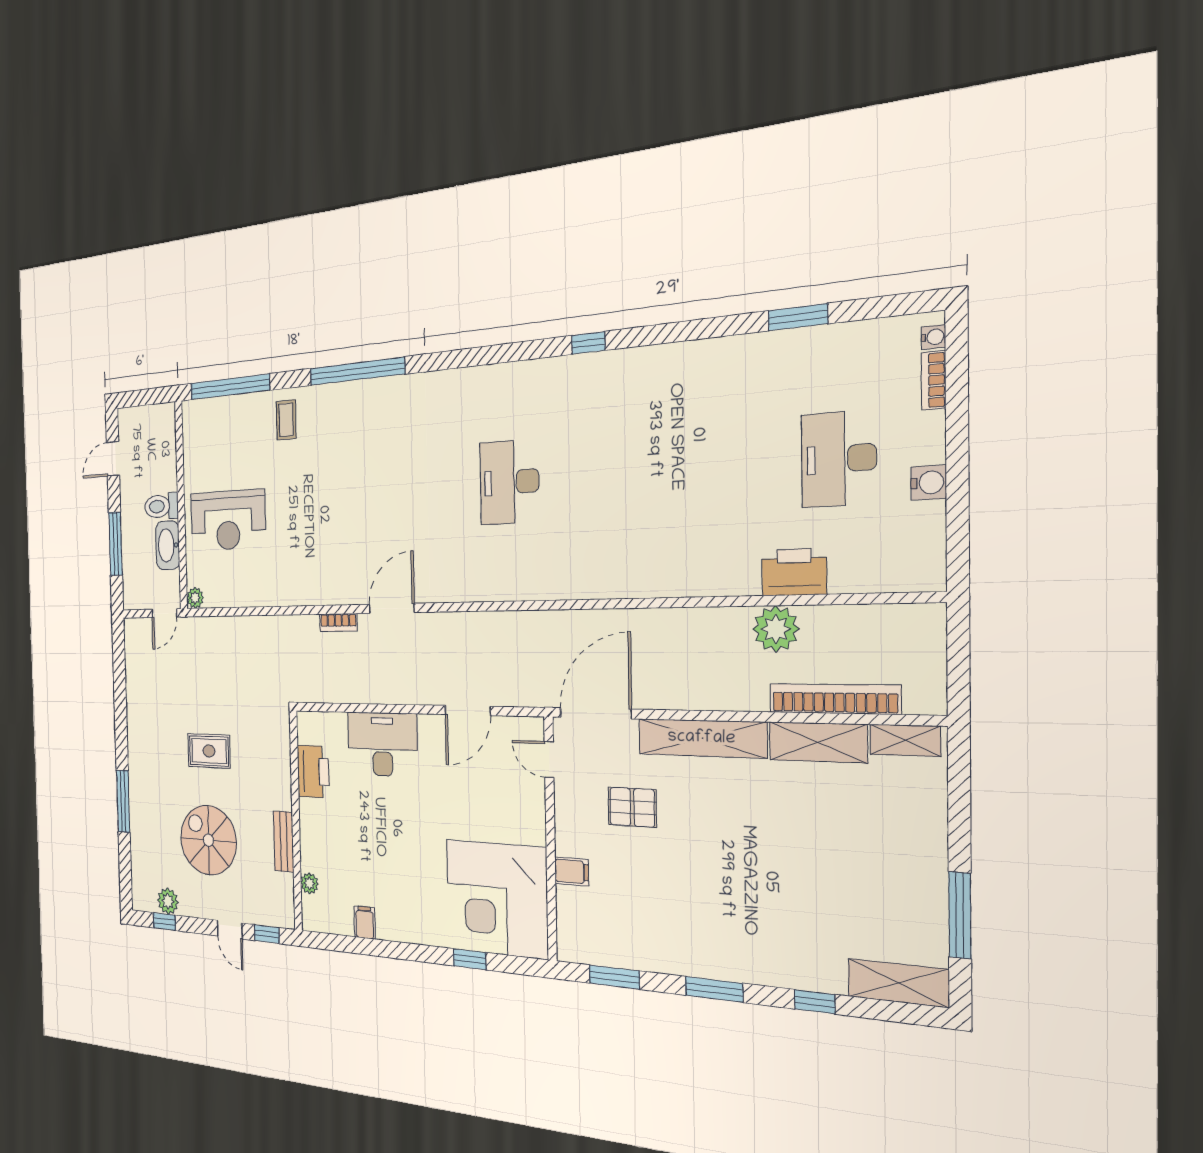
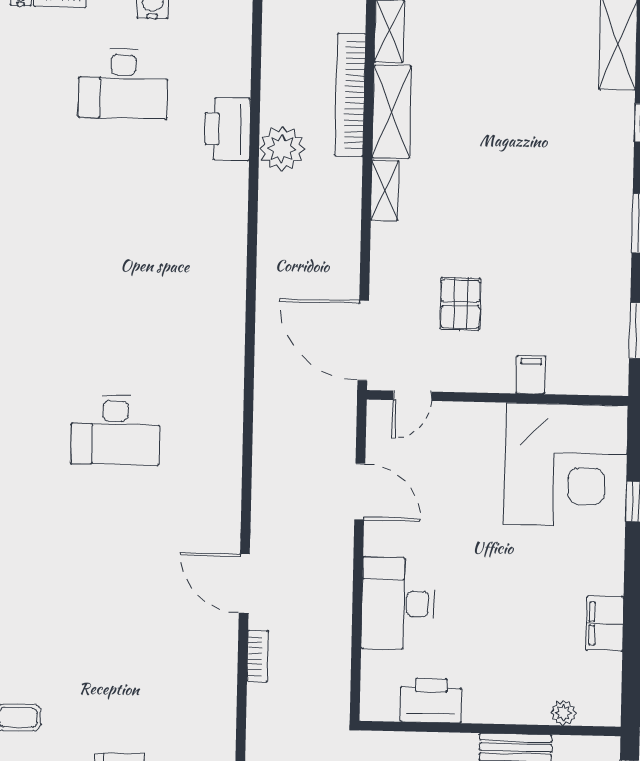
shelving: (702, 738) -> (385, 191), width x0.45, depth x0.75
filing cabinet: (365, 922) -> (605, 624), width x2.00

